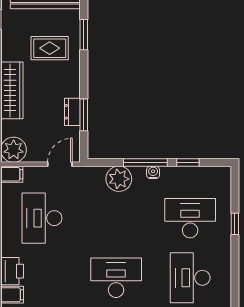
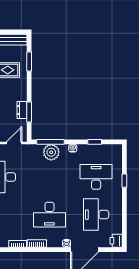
window: (145, 162) -> (50, 142), moved
desk: (116, 278) -> (49, 215), turned 180

